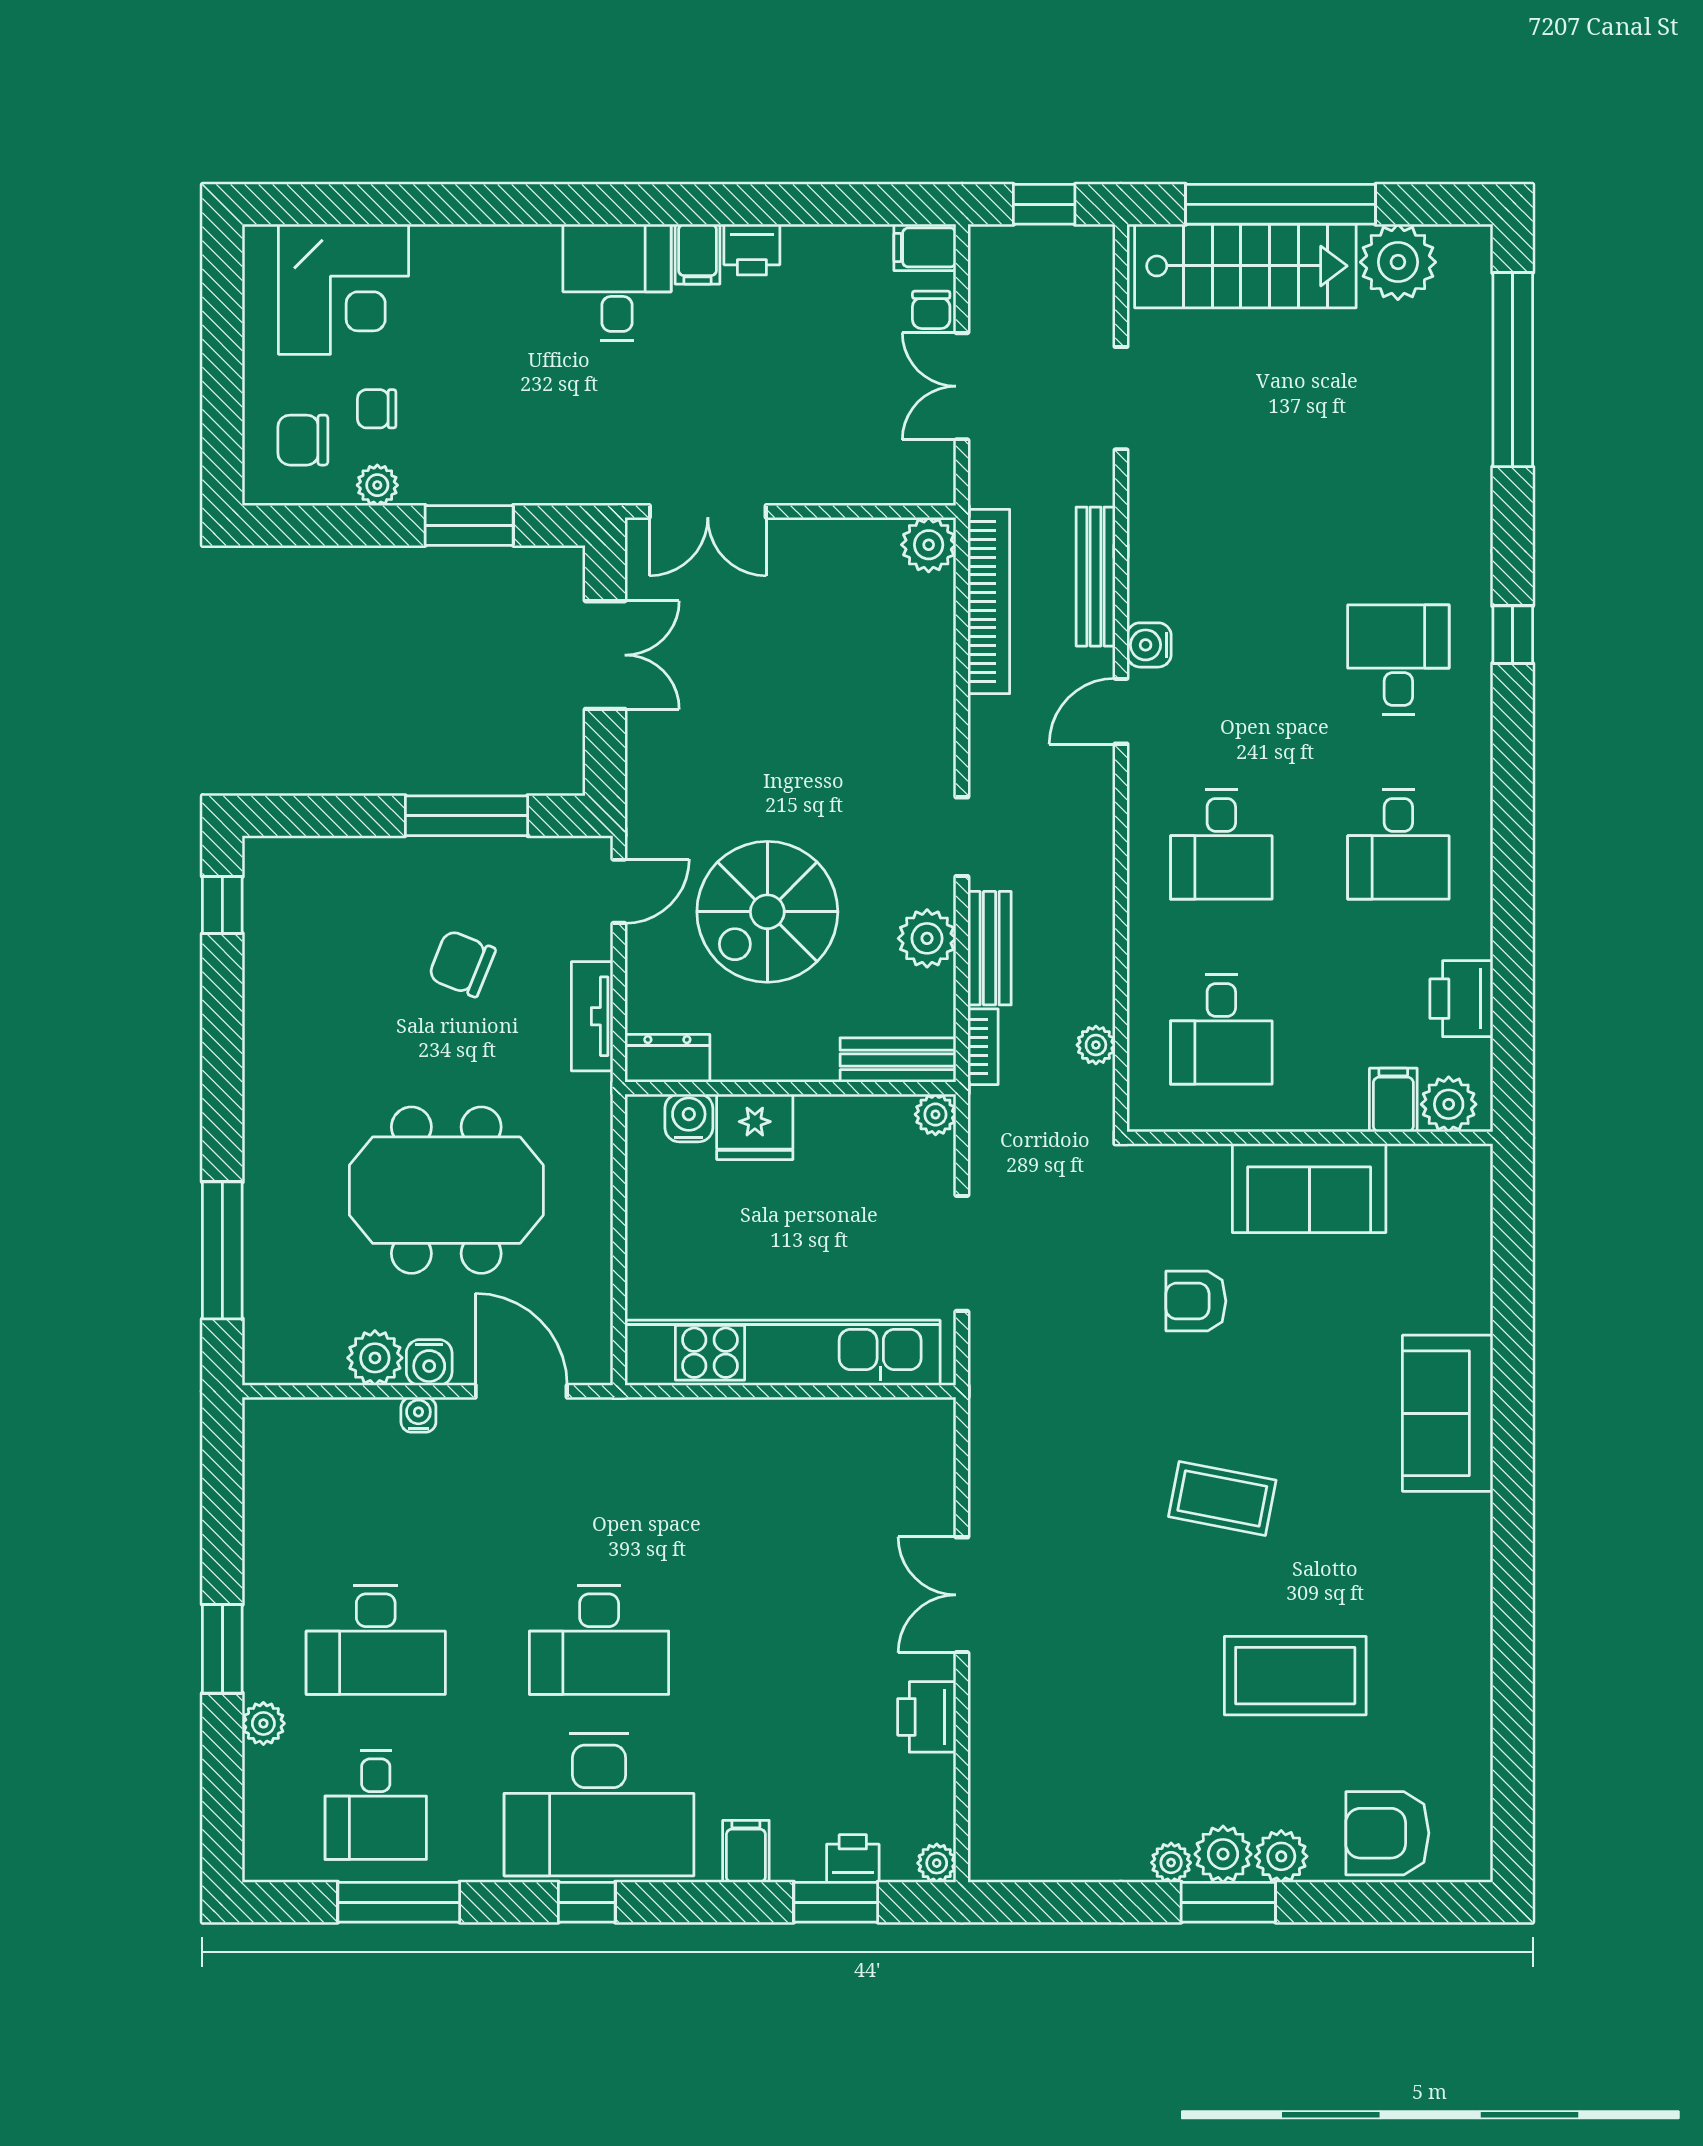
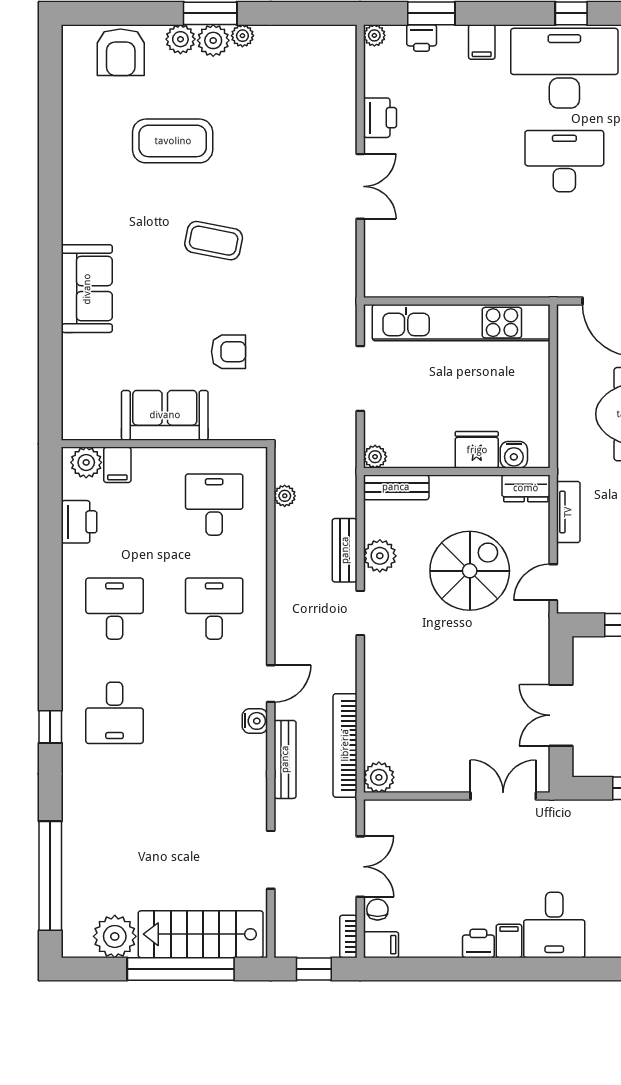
bookcase: (983, 1047) -> (348, 936), moved
armchair: (1387, 1833) -> (121, 52), turned 90

